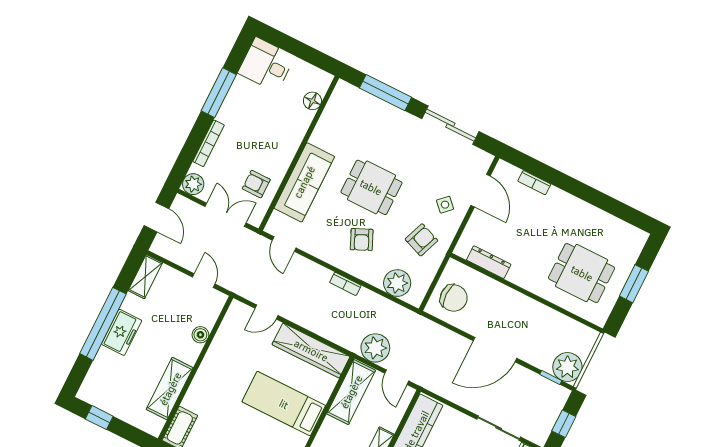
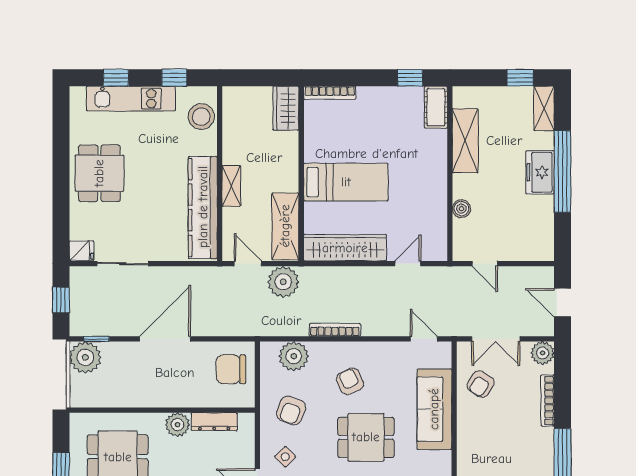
armchair: (256, 184) -> (481, 384), turned 123
plant: (520, 275) -> (177, 425), added
shelving: (145, 277) -> (544, 108), moved
bookcase: (345, 284) -> (335, 330), width x1.56

